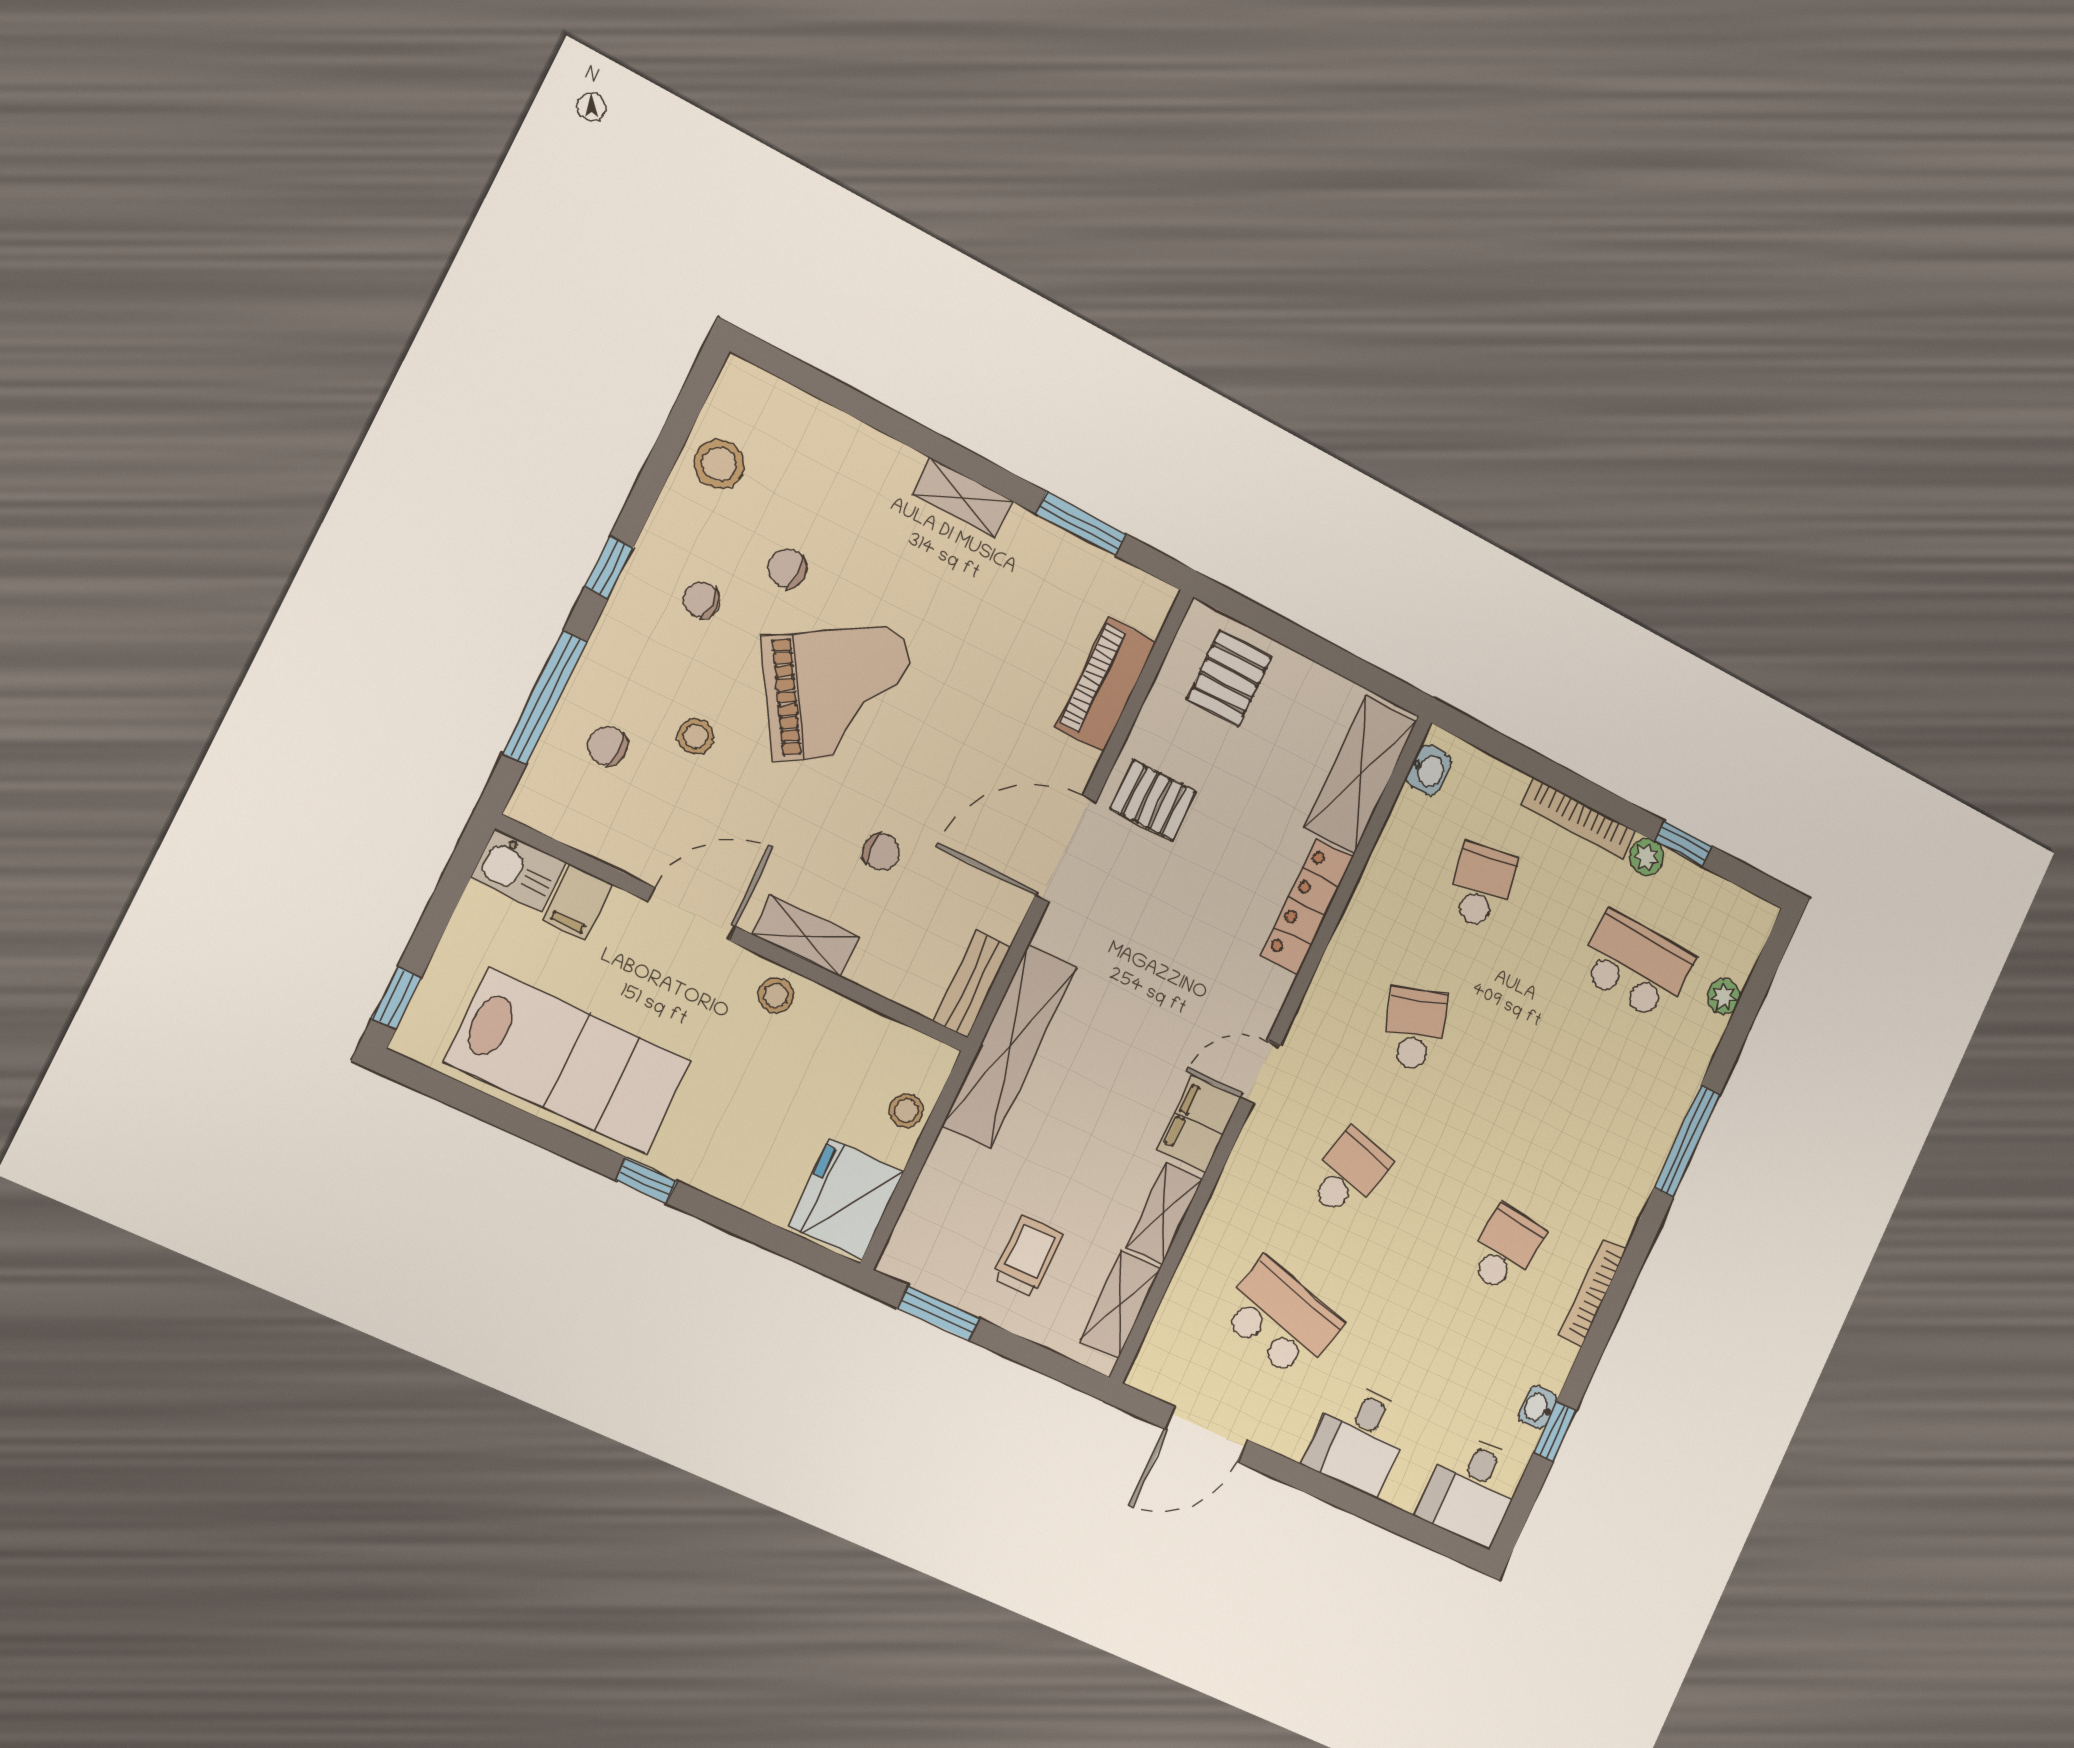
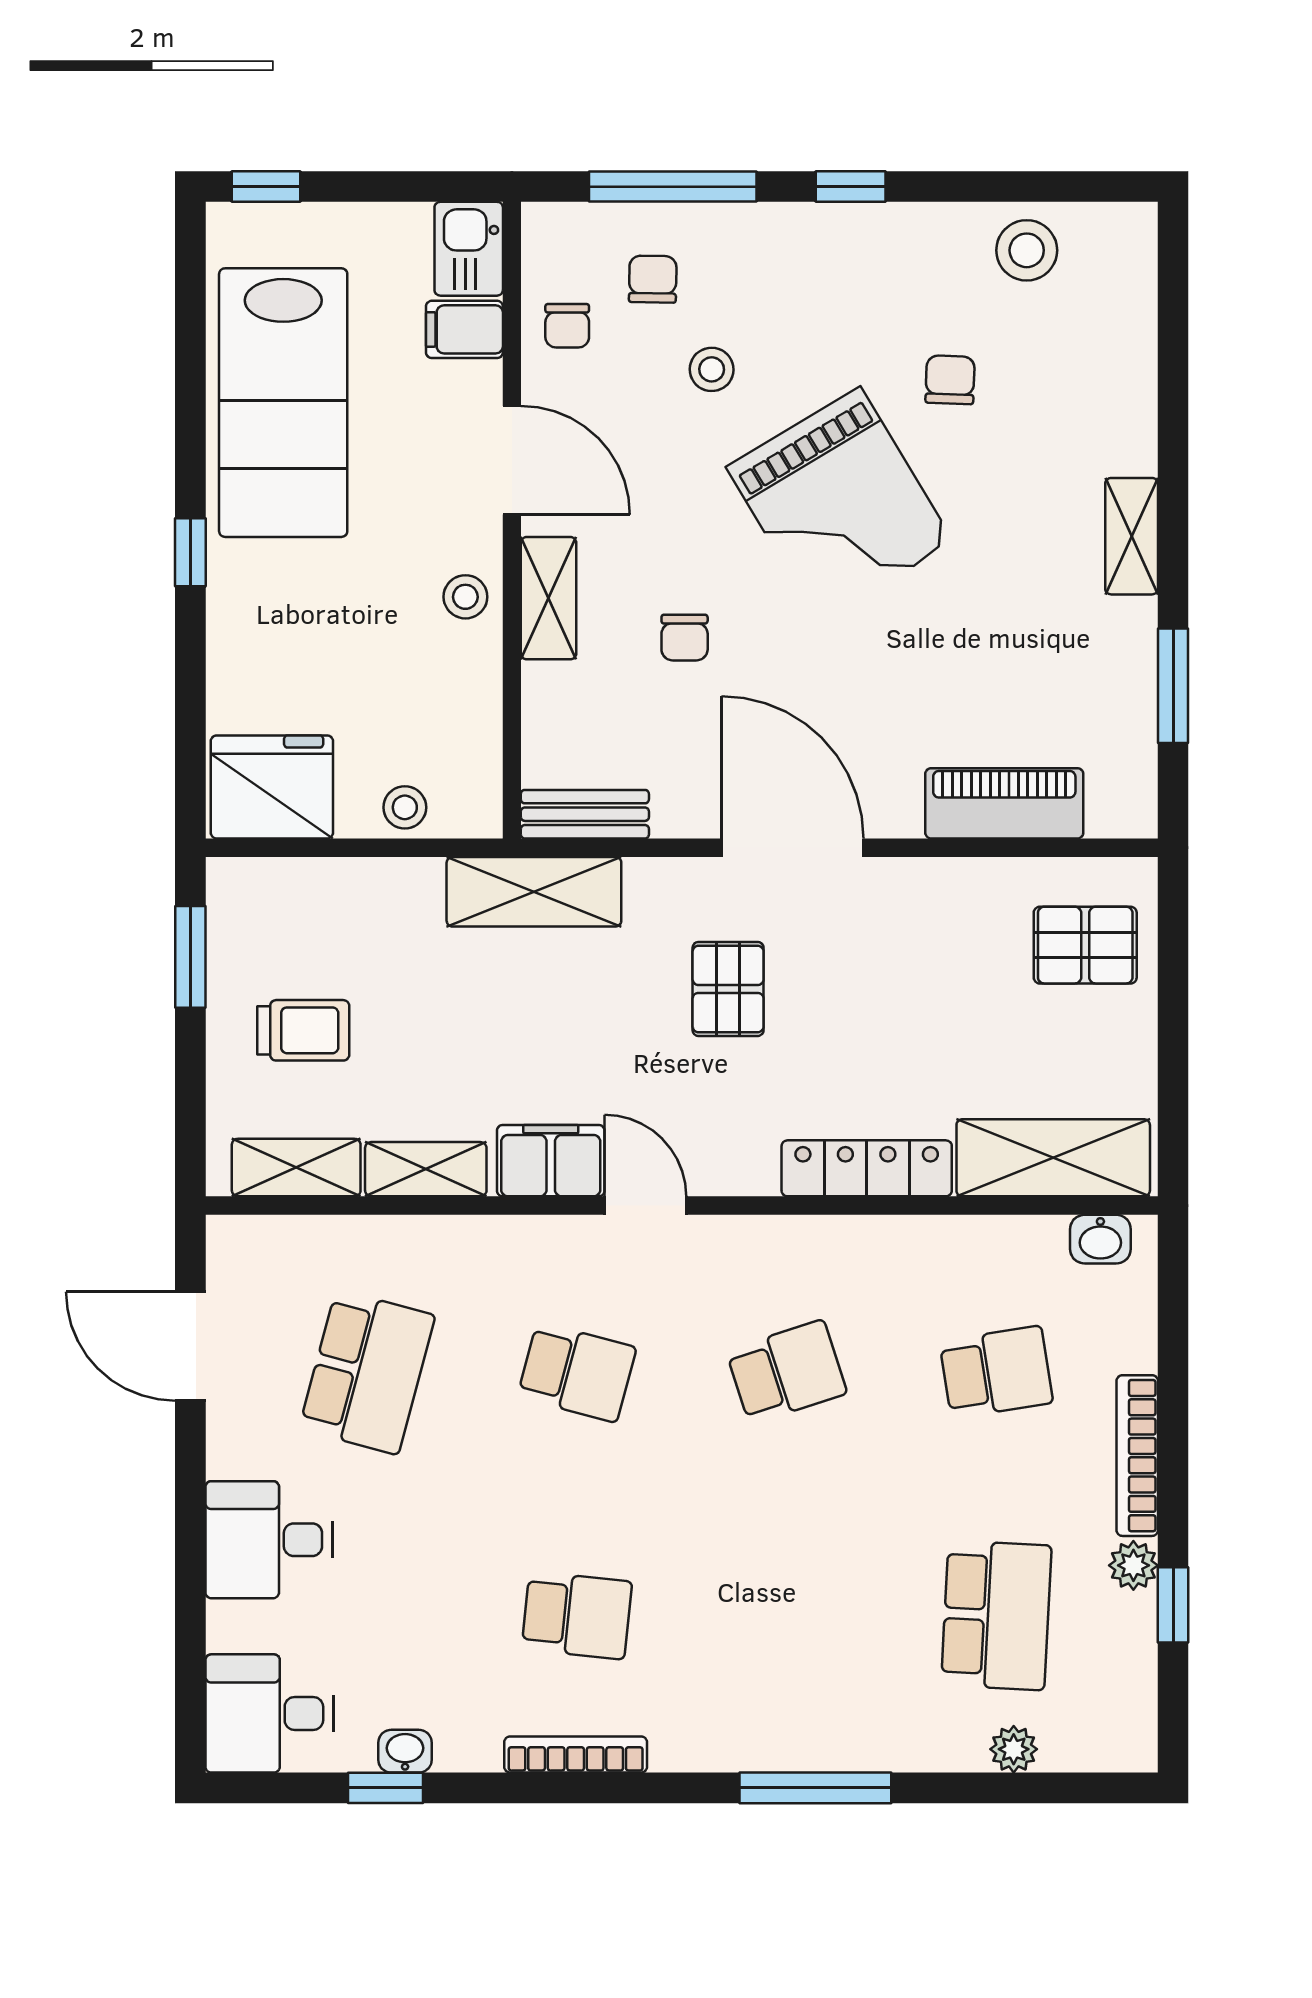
chair: (701, 600) -> (567, 326), moved, turned 180
pallet: (1153, 800) -> (728, 989), moved
shelving: (1009, 1047) -> (534, 892), width x0.68

